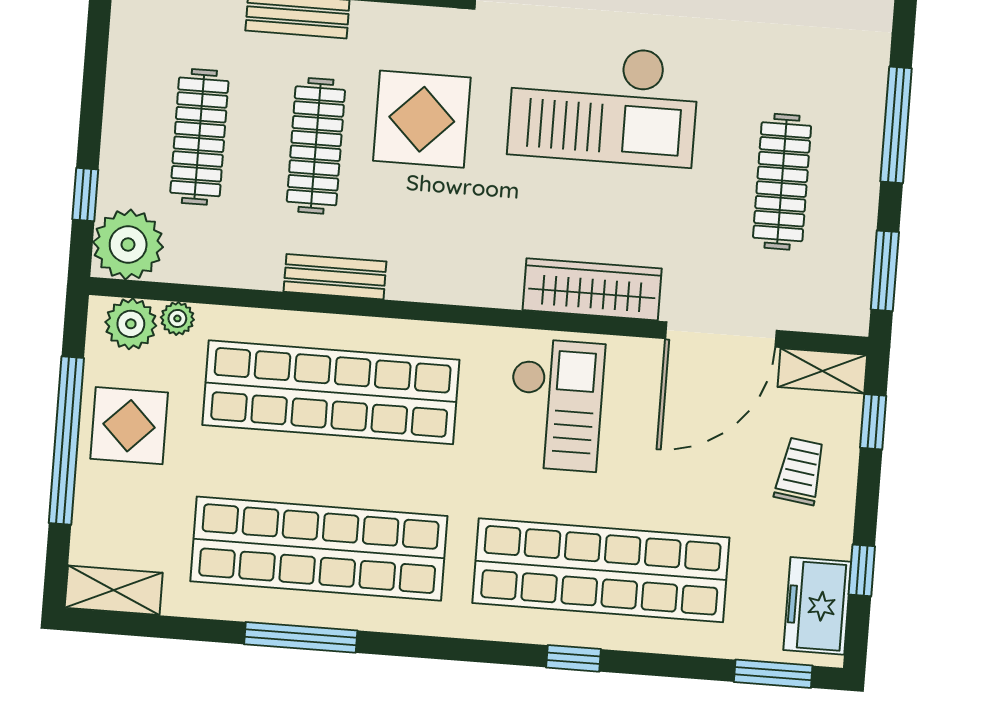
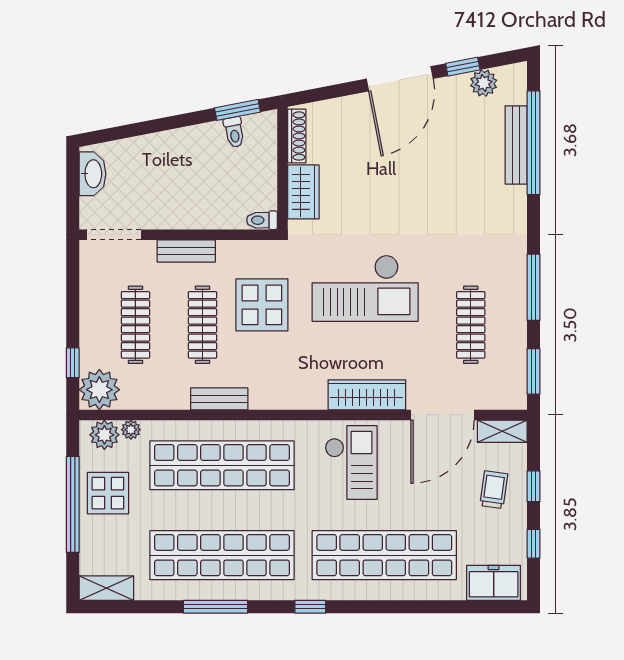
window: (873, 422) -> (534, 486), moved
freezer: (817, 606) -> (494, 583), moved, turned 90
window: (573, 658) -> (310, 607), moved
window: (773, 674) -> (487, 607), removed

